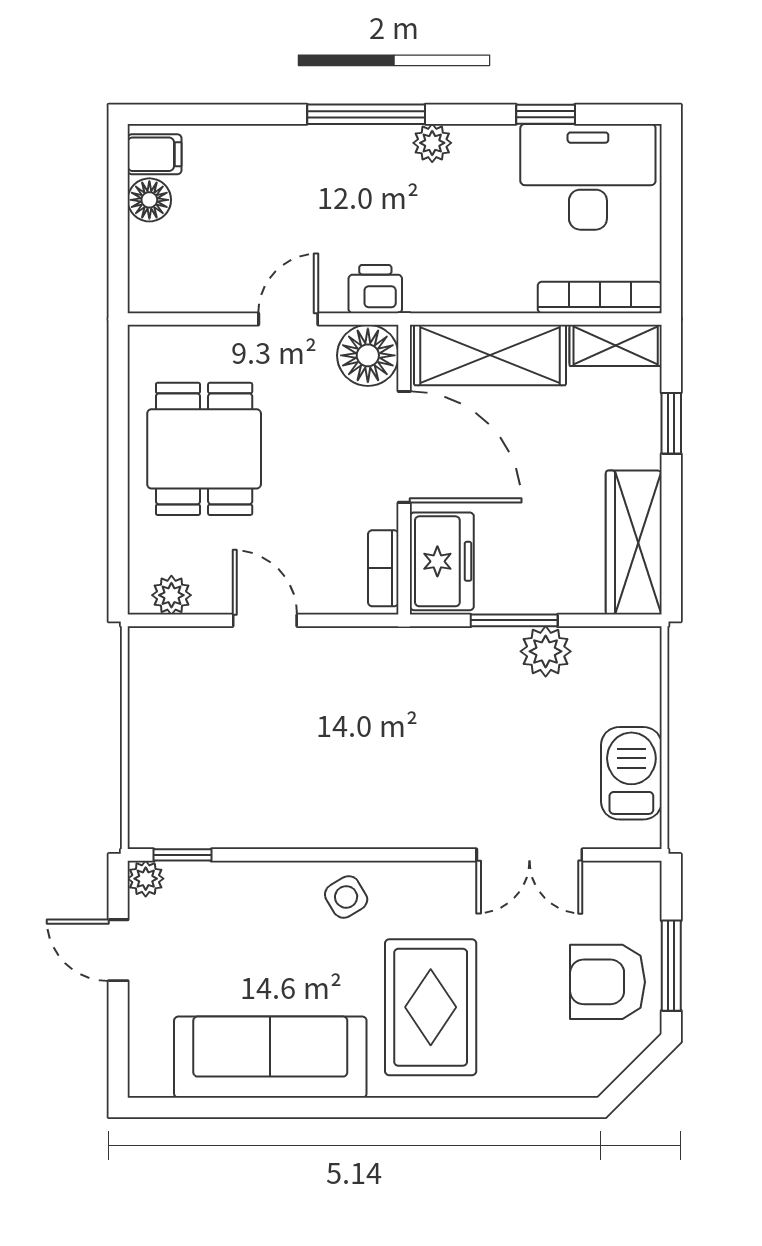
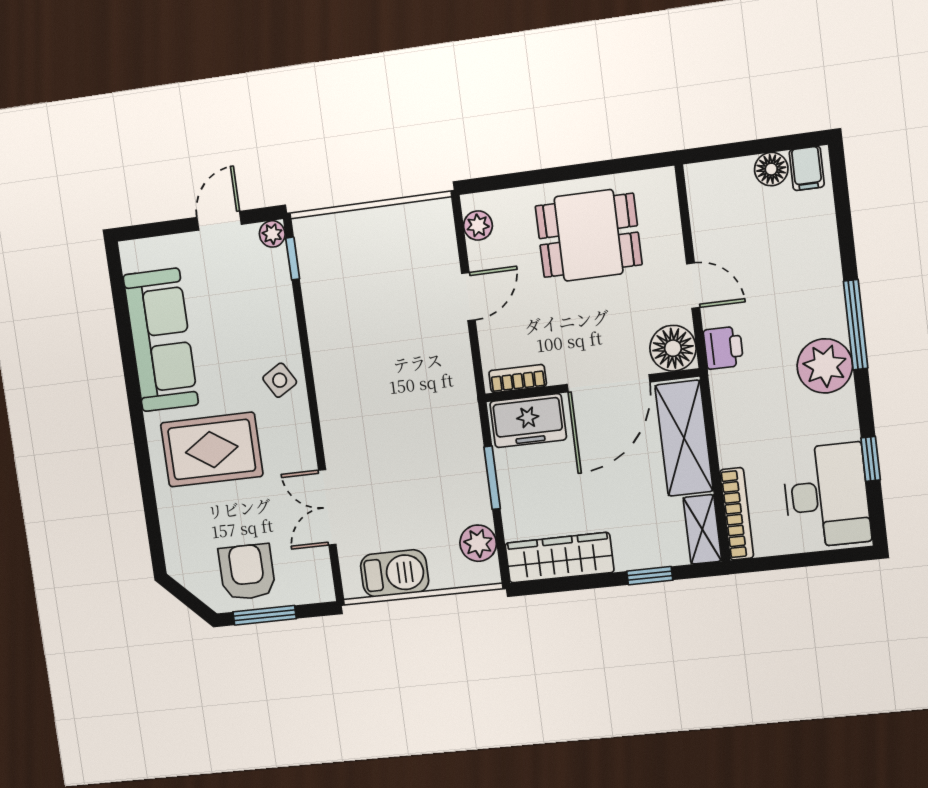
plant: (432, 143) -> (825, 366), width x1.87, depth x1.87
plant: (546, 651) -> (478, 543), moved

